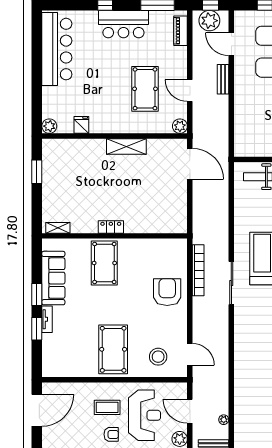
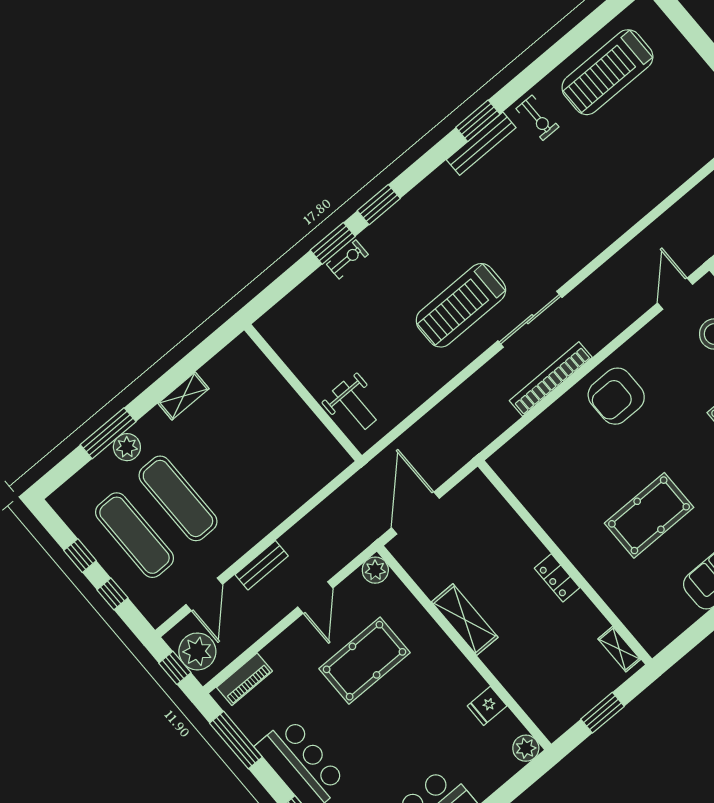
locker: (111, 227) -> (557, 578), moved
shelving: (58, 228) -> (619, 649), moved
wall: (115, 236) -> (565, 563), moved

